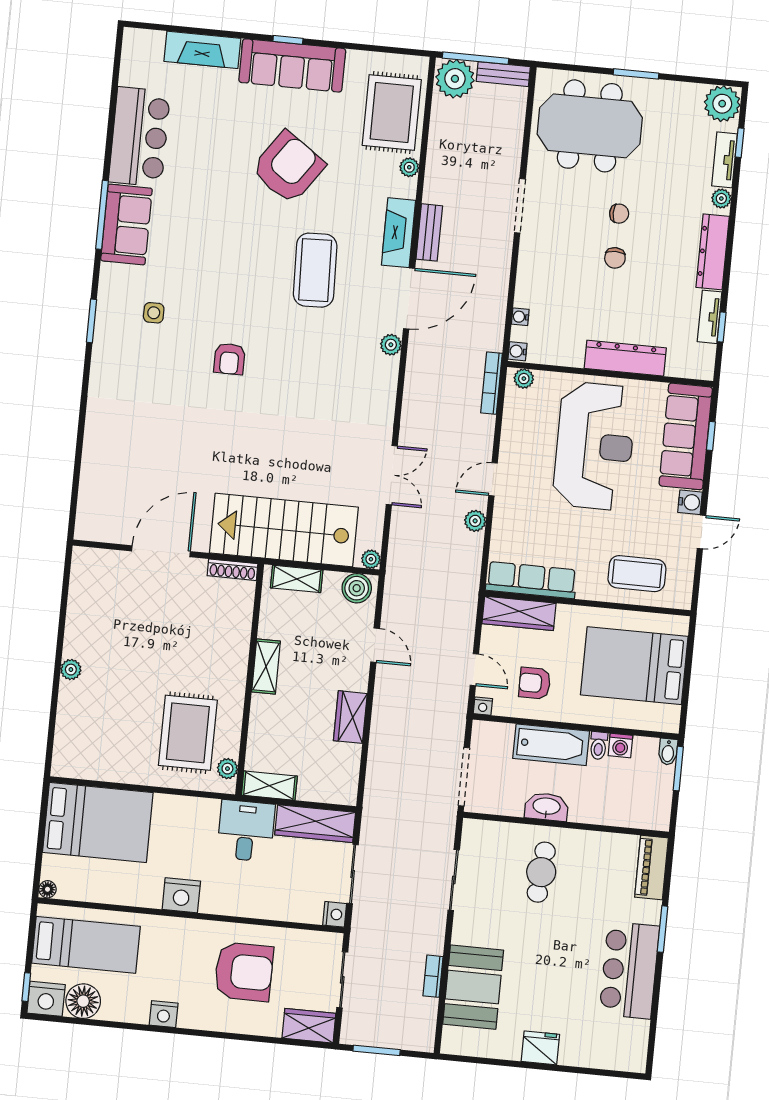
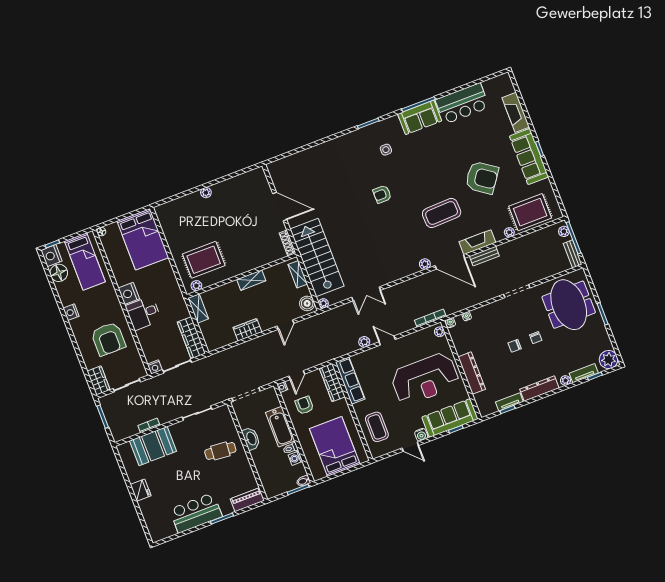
plant: (455, 79) -> (564, 231), width x0.53, depth x0.53
desk: (246, 831) -> (143, 313), moved, turned 180

